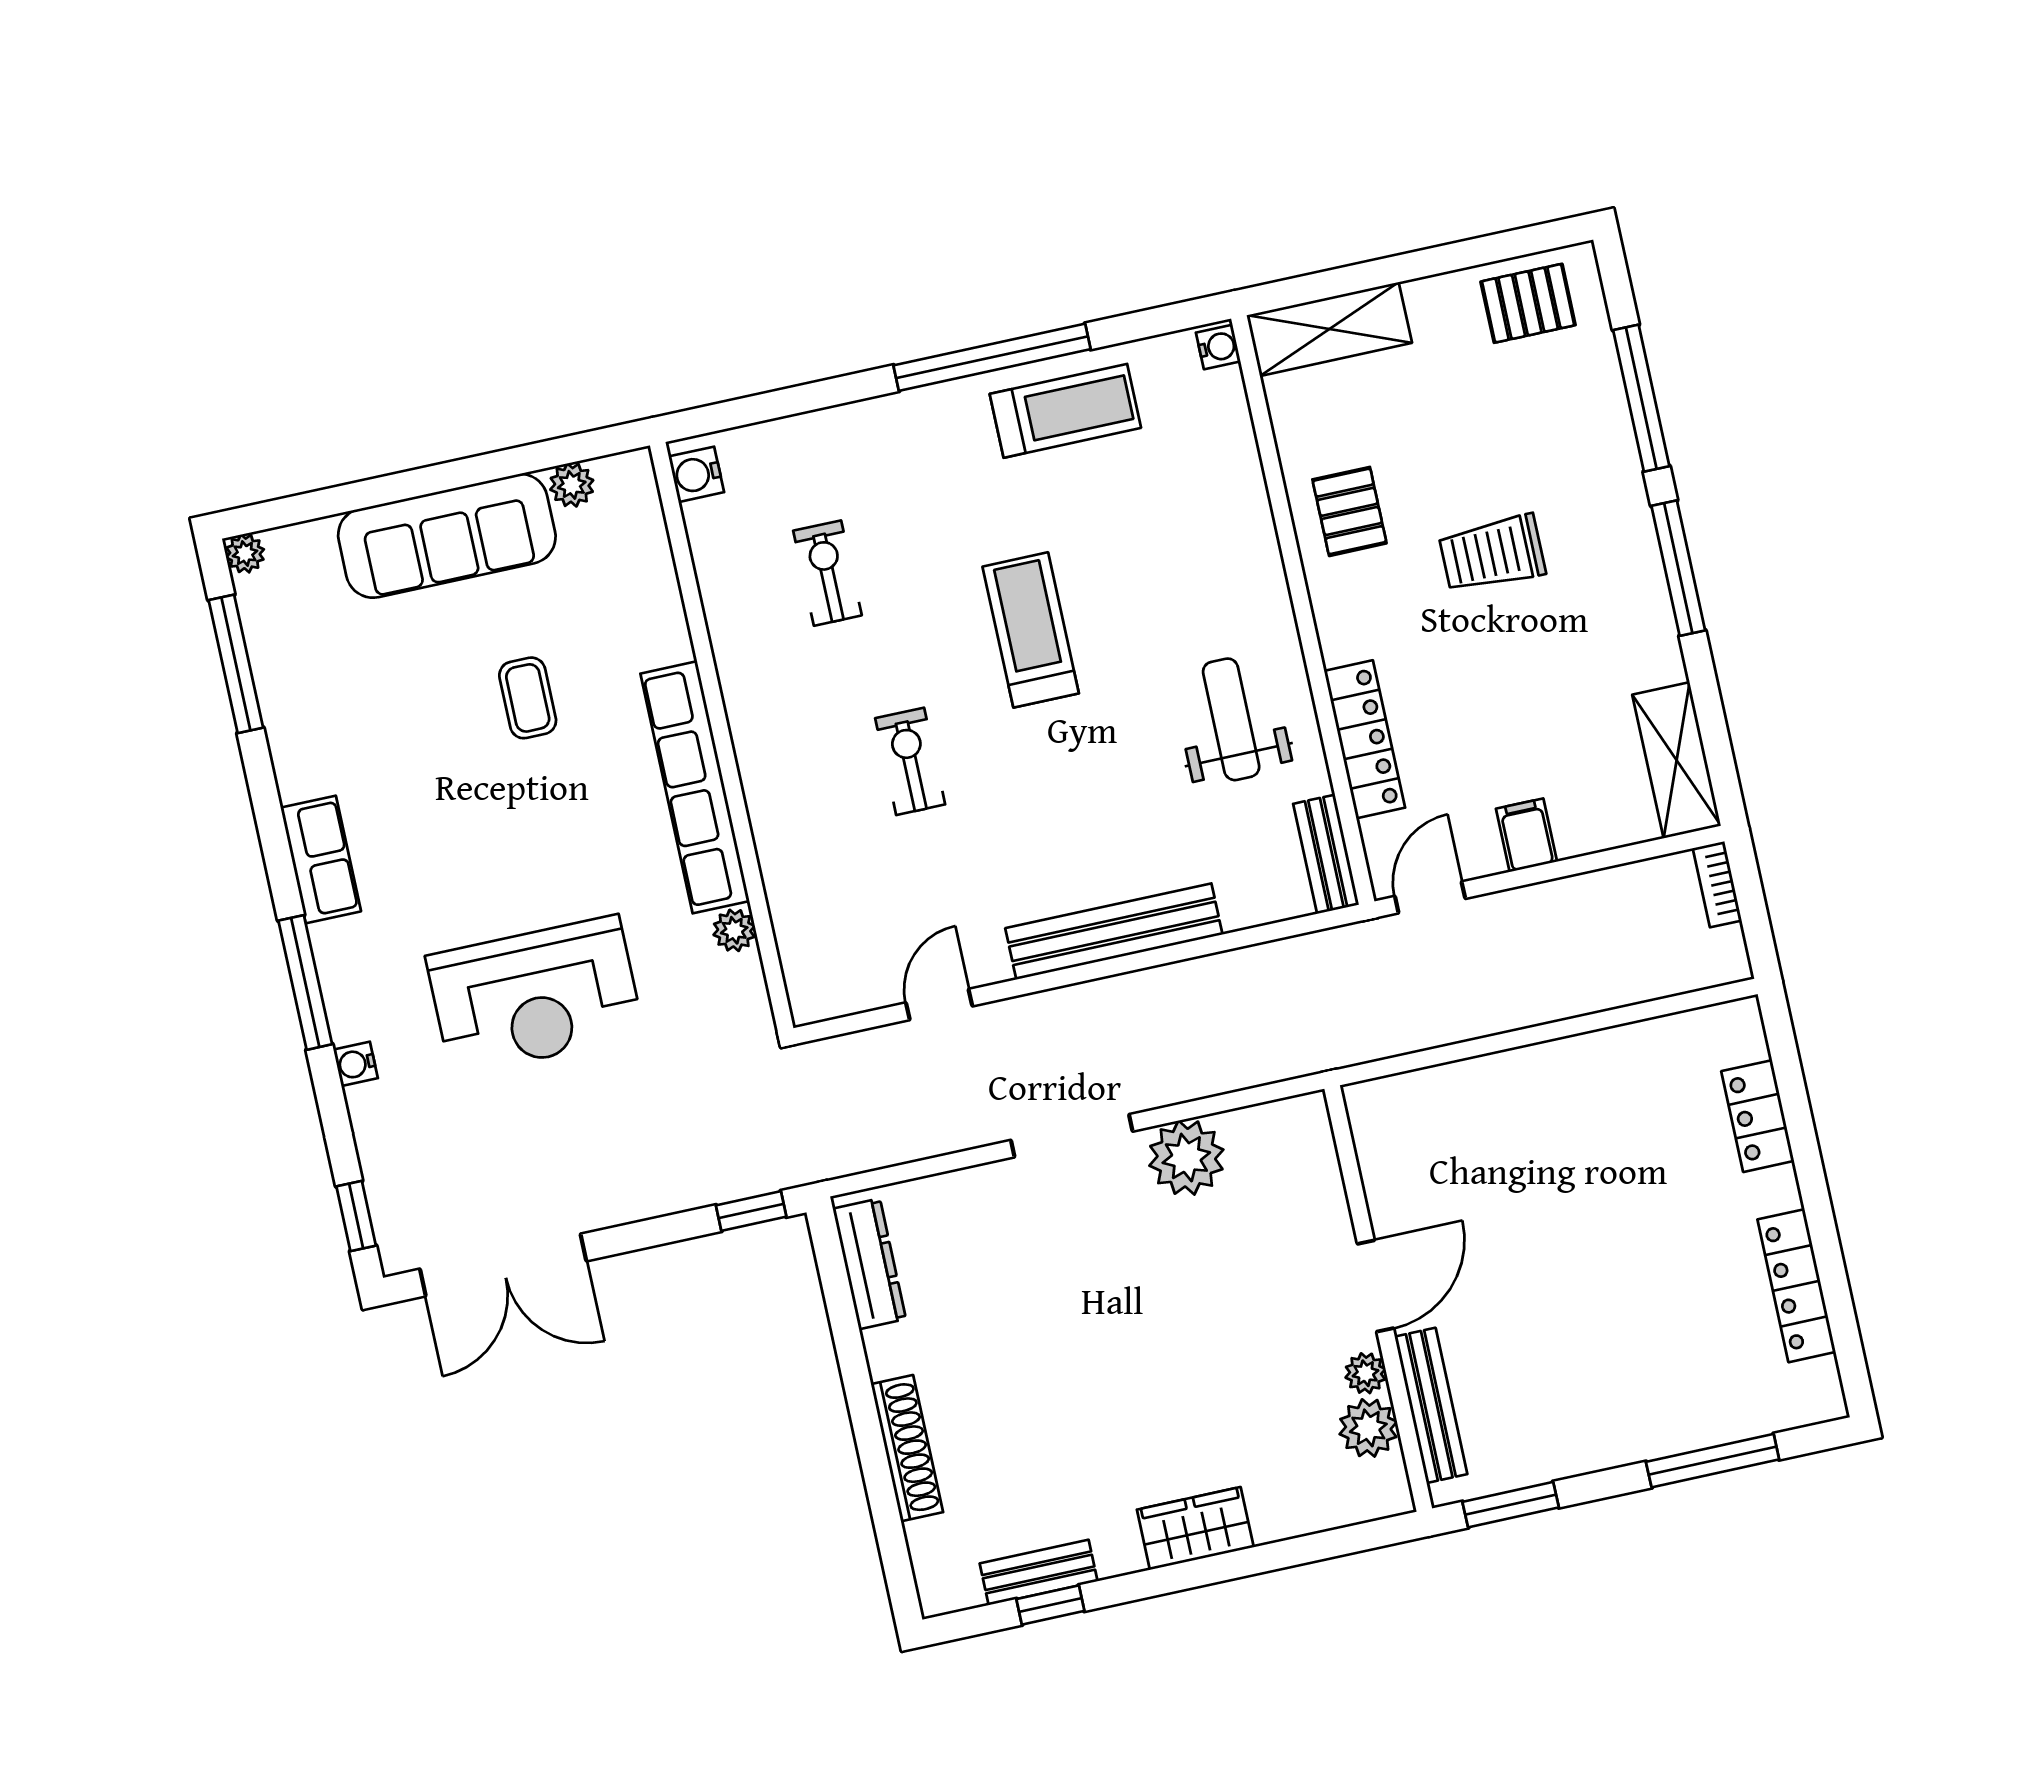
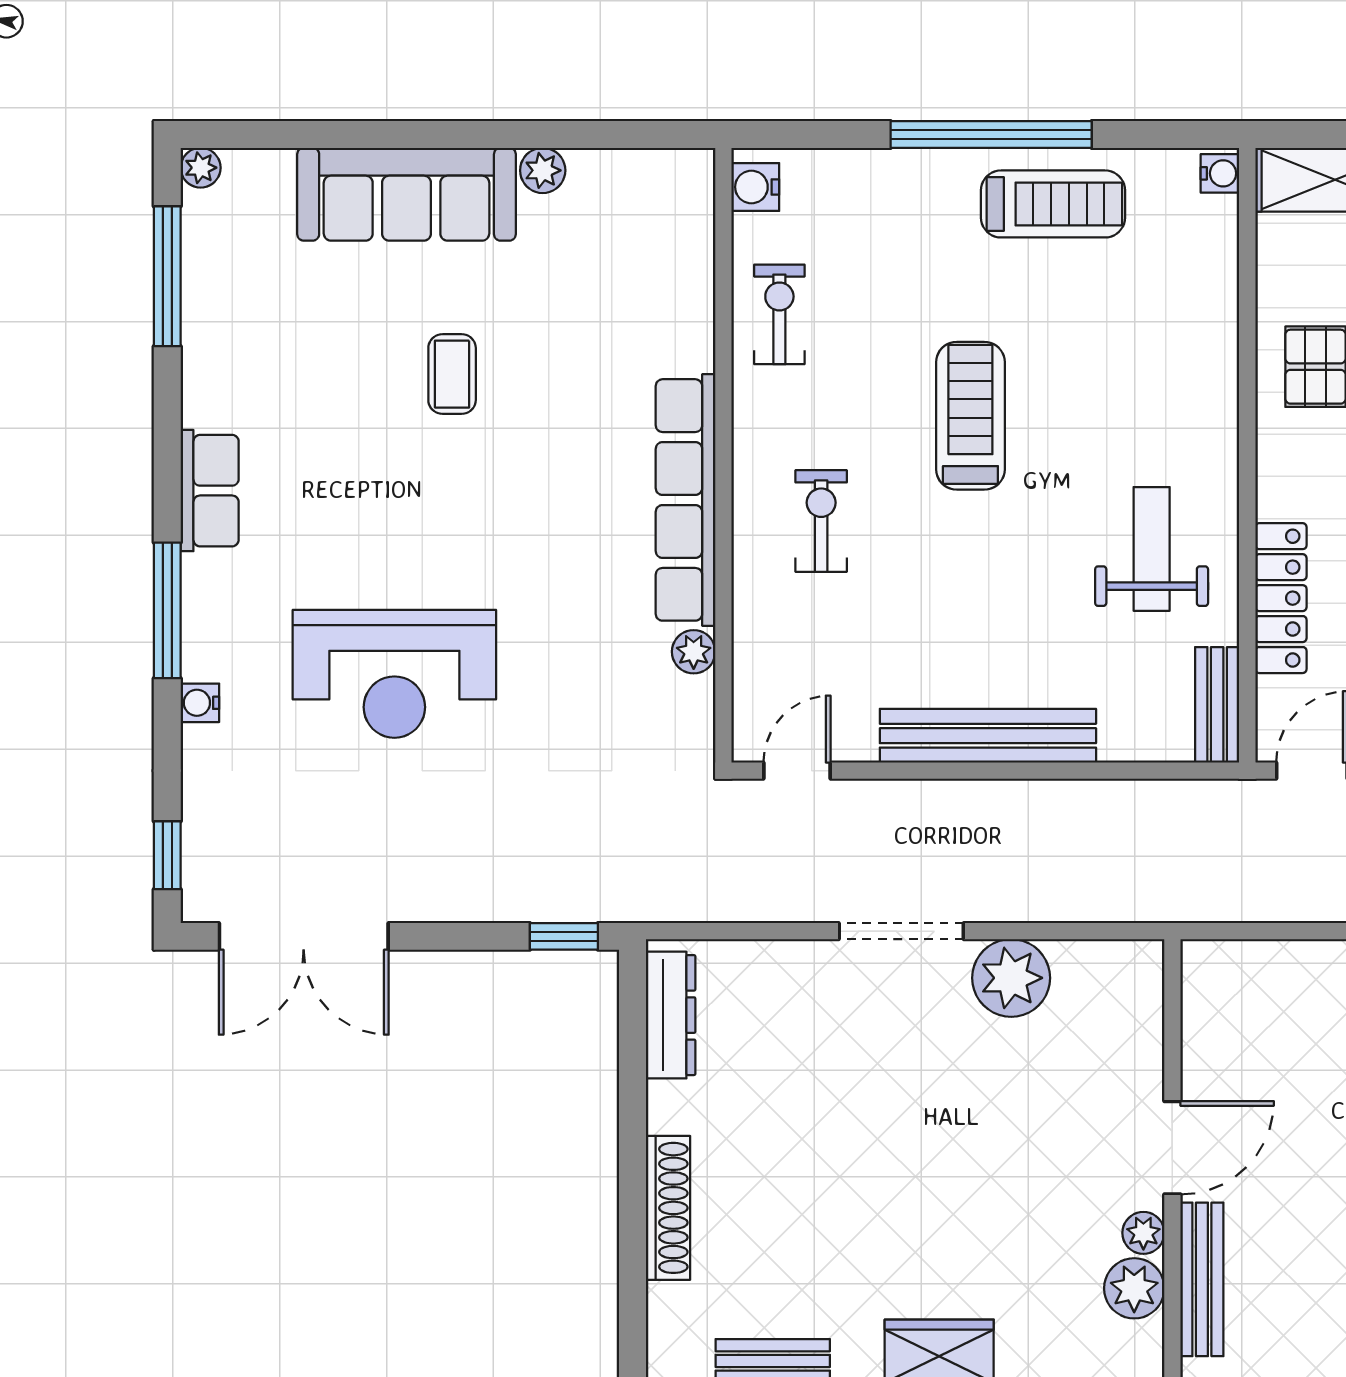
water cooler: (696, 474) -> (755, 187), moved
wall: (722, 737) -> (723, 455), moved
row of seats: (695, 787) -> (685, 500), moved
plant: (734, 930) -> (694, 652), moved

